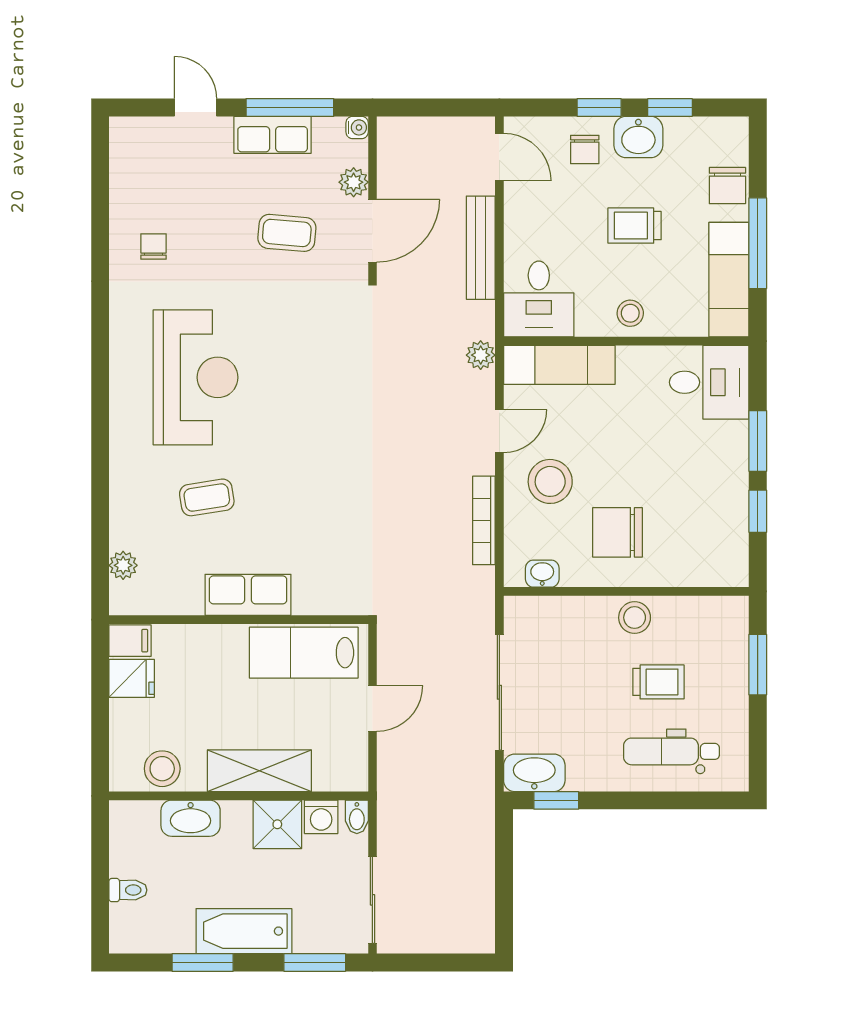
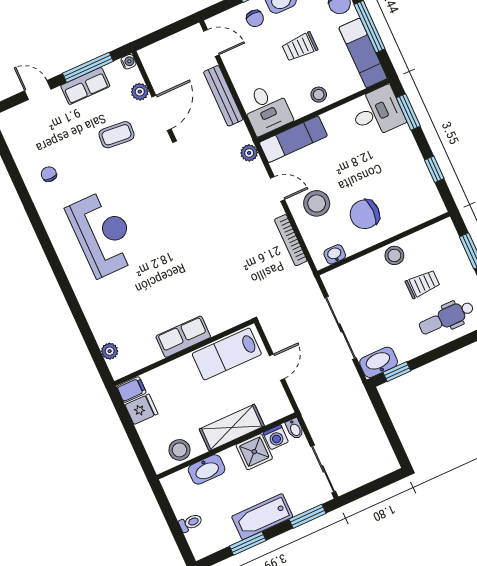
door: (499, 431) -> (277, 189), hinge flipped
window: (758, 441) -> (408, 112), moved
coffee table: (207, 497) -> (138, 295), removed

